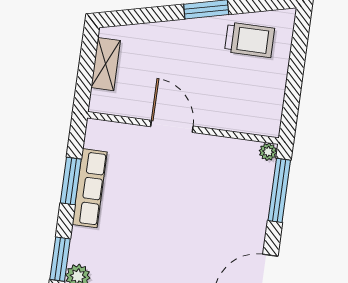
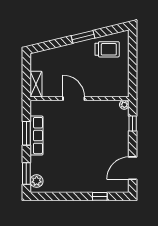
shelving: (106, 64) -> (36, 84), moved
window: (279, 190) -> (133, 124), width x0.46

